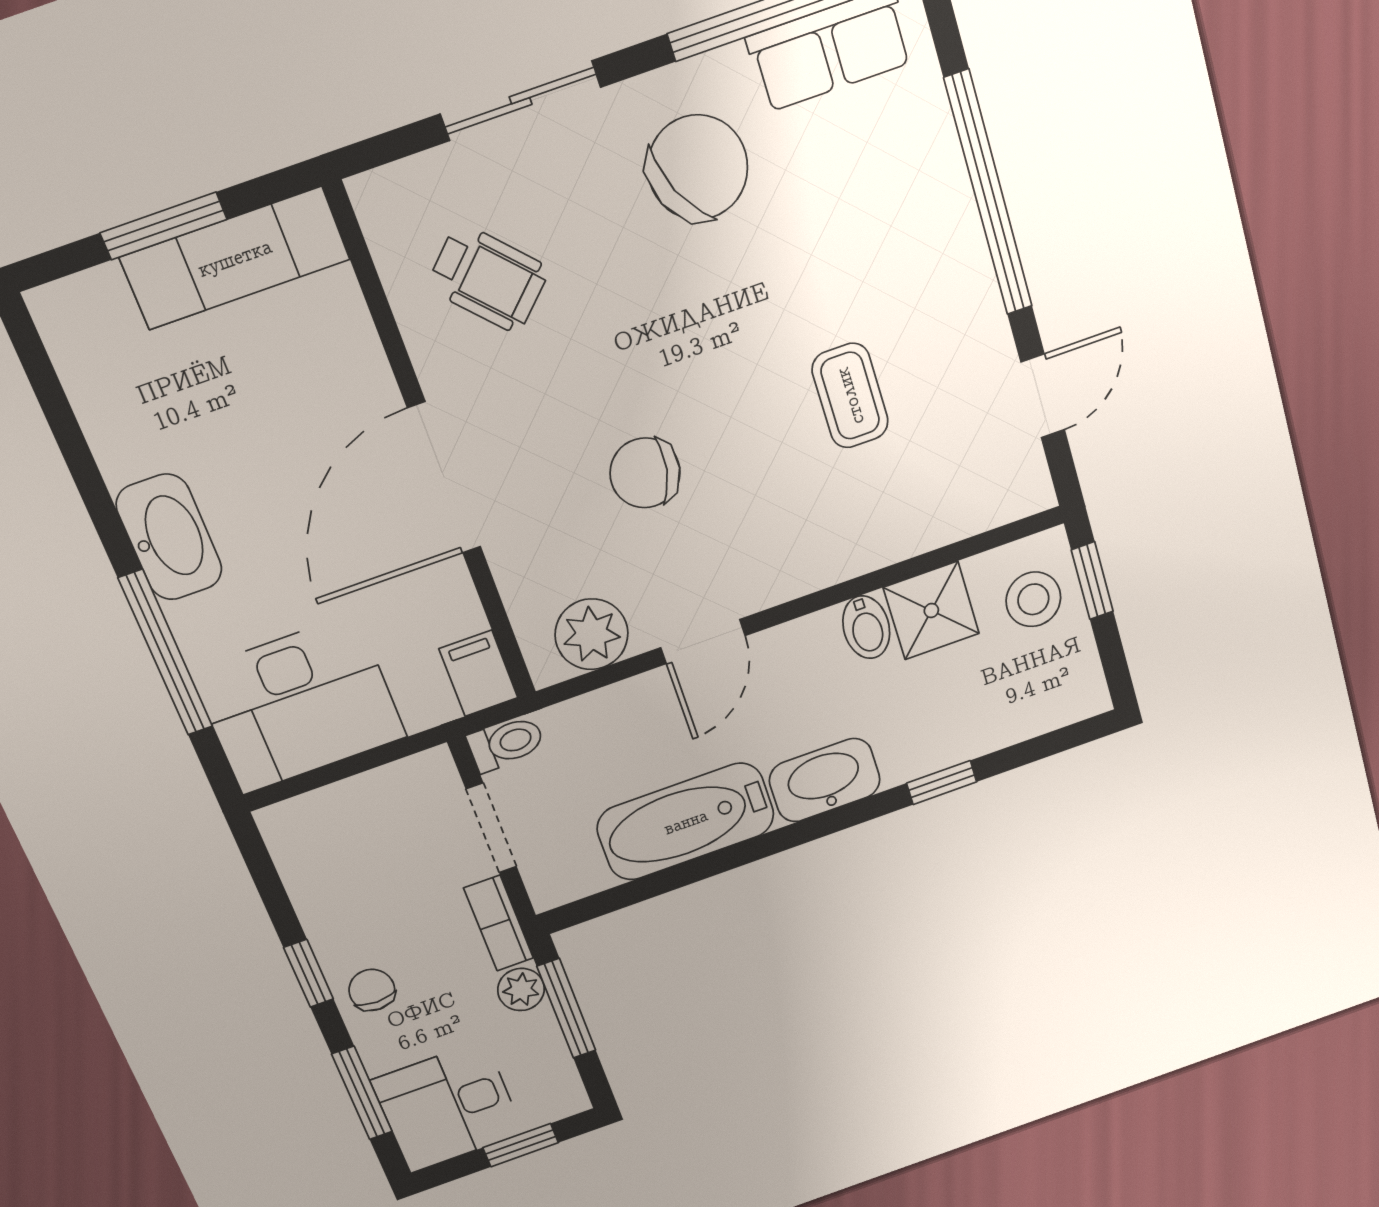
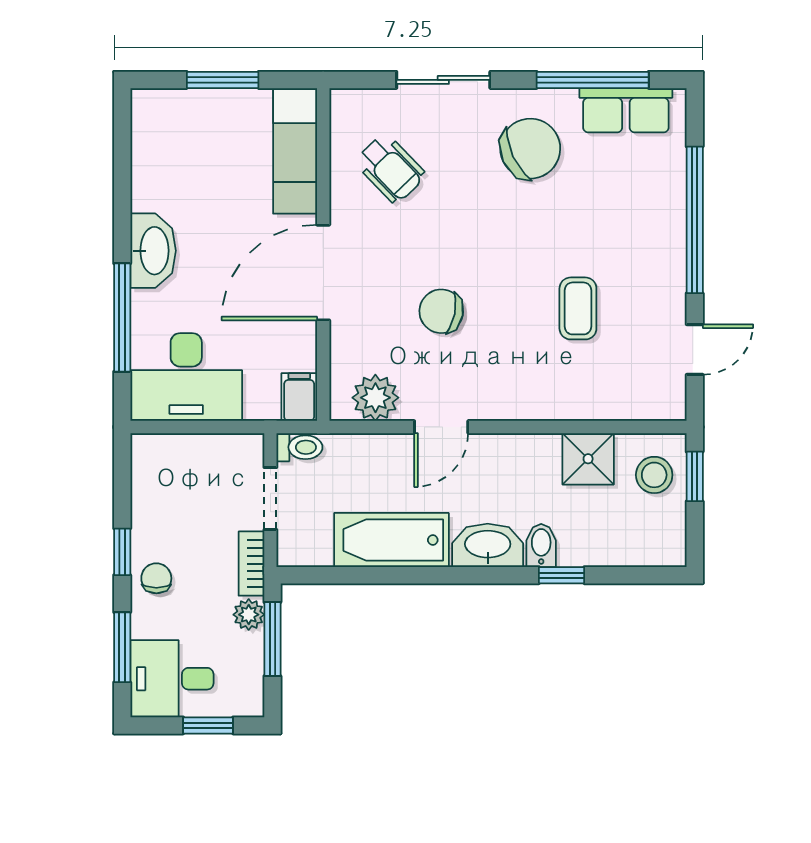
exam couch: (235, 258) -> (295, 151), moved, turned 90
bidet: (866, 627) -> (541, 545), moved, turned 180

